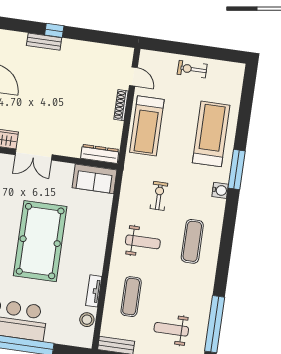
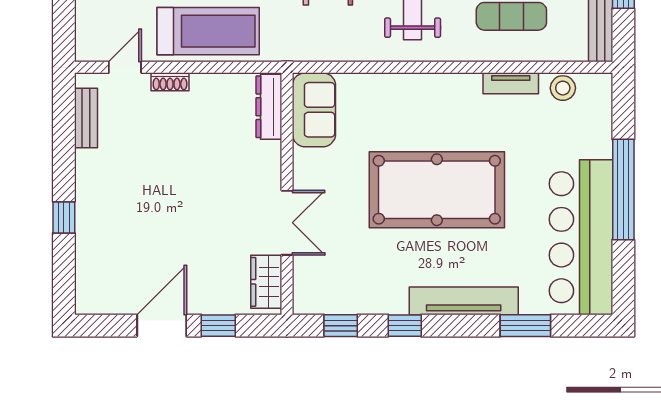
bench: (44, 42) -> (86, 118), moved
shoe rack: (121, 105) -> (170, 82), width x0.70

